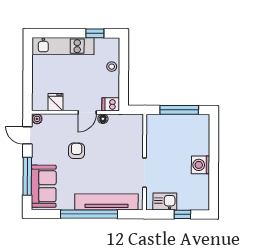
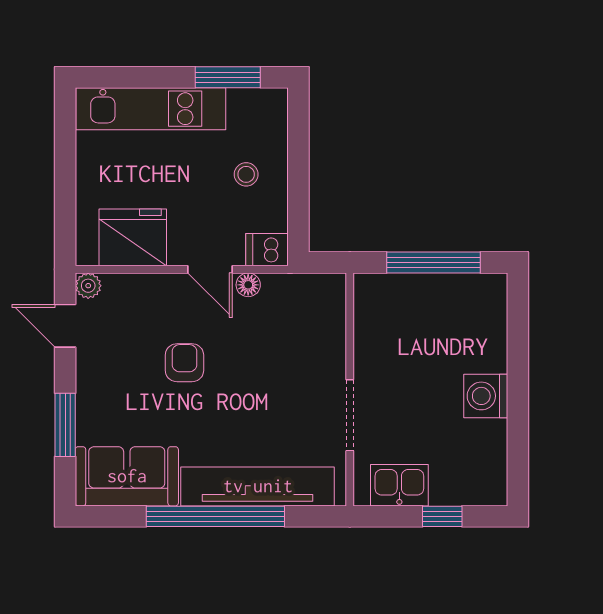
window: (95, 33) -> (228, 77), width x1.50
stool: (112, 67) -> (246, 174), moved
fridge: (55, 102) -> (133, 237), width x1.88, depth x1.34
door: (87, 112) -> (210, 269), hinge flipped
window: (27, 176) -> (65, 425), width x0.69
sofa: (44, 186) -> (127, 476), moved, turned -90

